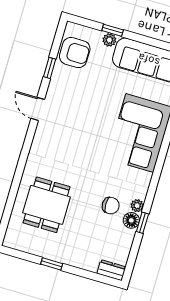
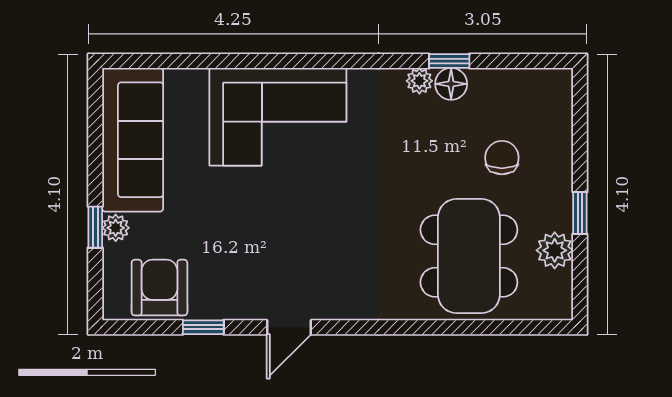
dining table: (47, 205) -> (469, 256), width x1.38
chair: (111, 206) -> (502, 158), moved
plant: (37, 247) -> (555, 250), added
dresser: (111, 270) -> (558, 94), removed

